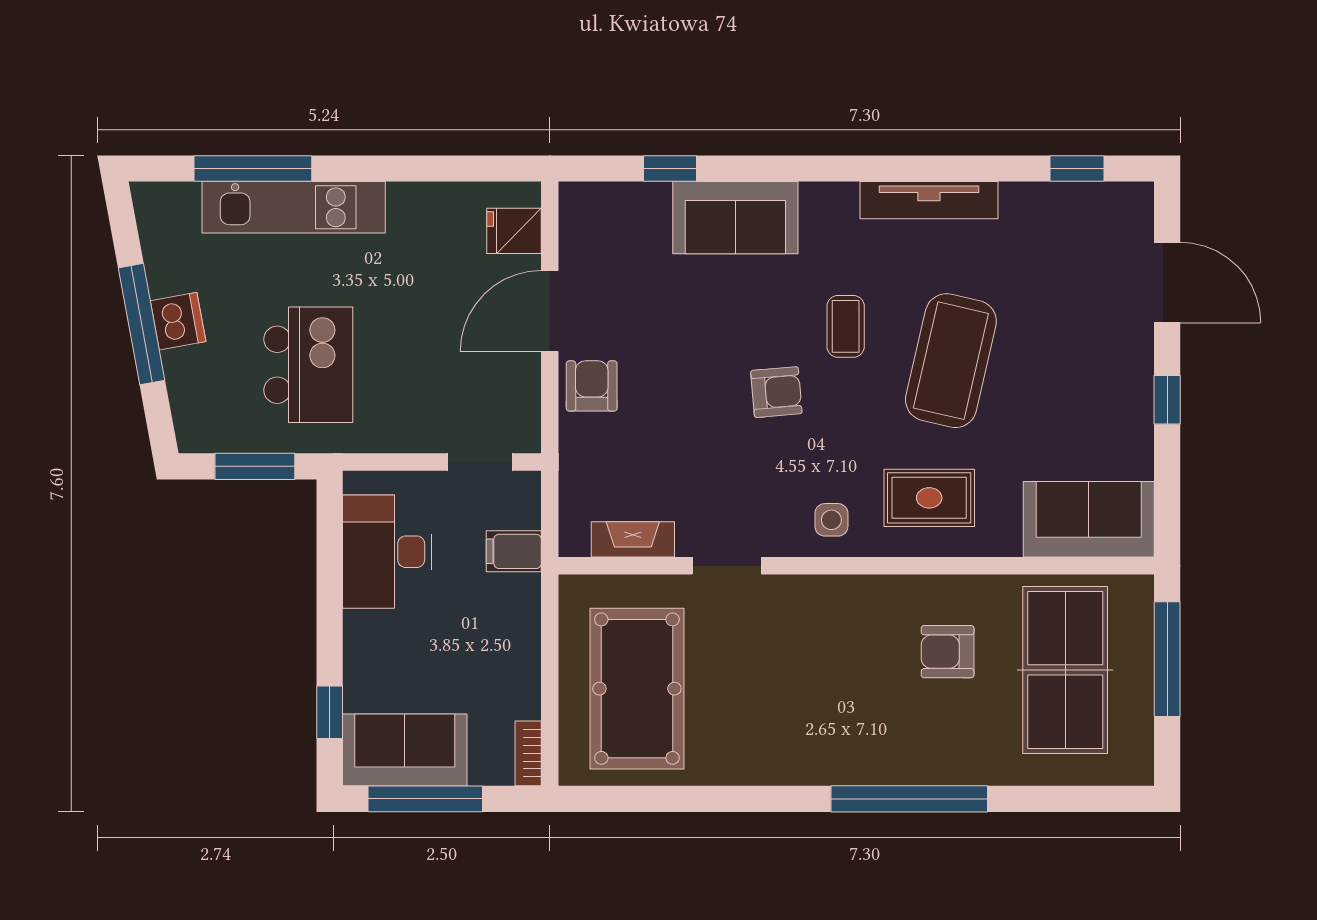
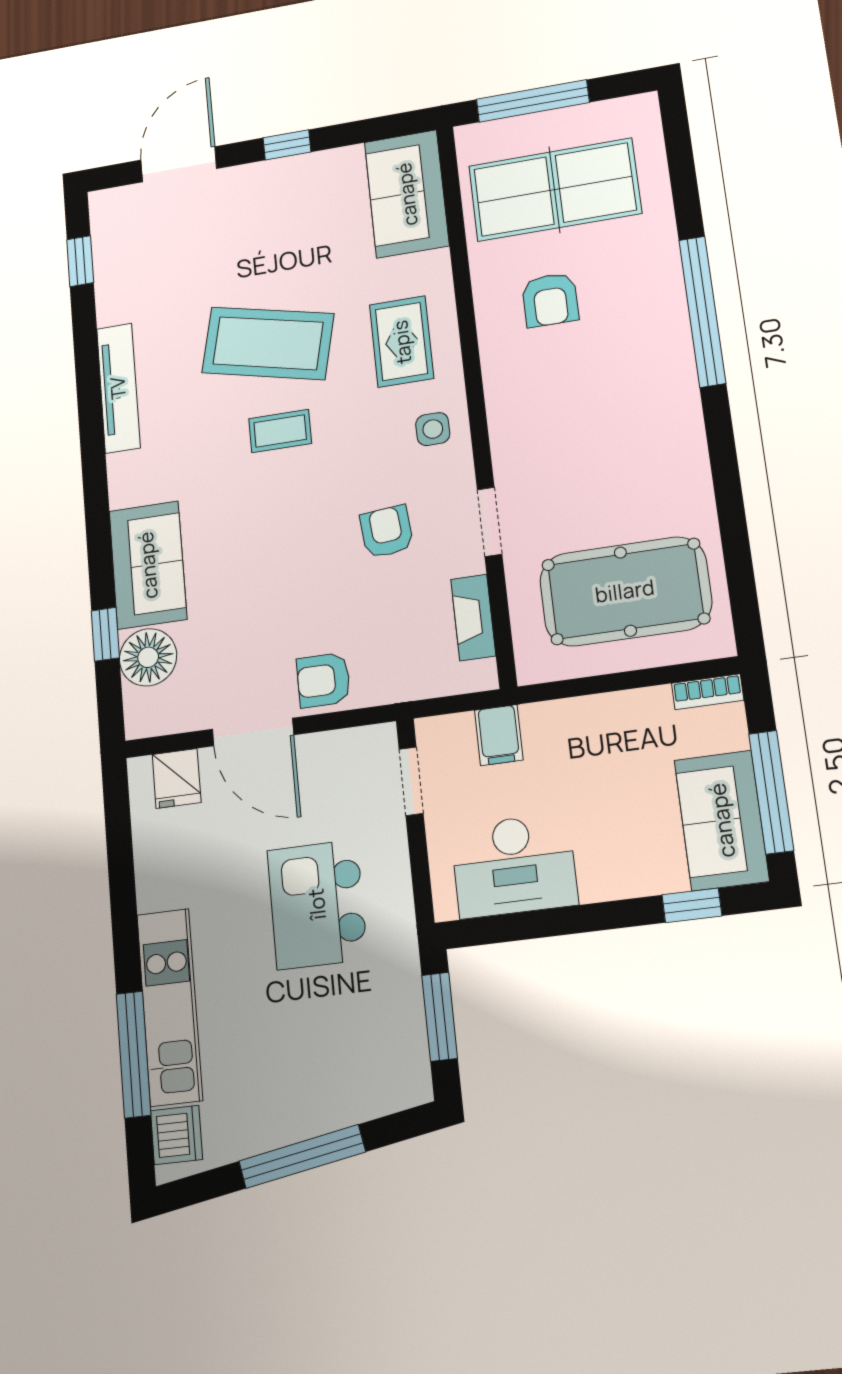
floor lamp: (640, 211) -> (148, 657), added
dishwasher: (178, 321) -> (176, 1135), moved, turned 100
coffee table: (846, 326) -> (280, 431), moved
kitchen island: (308, 365) -> (317, 904), moved, turned -90
armchair: (776, 392) -> (387, 532), moved

